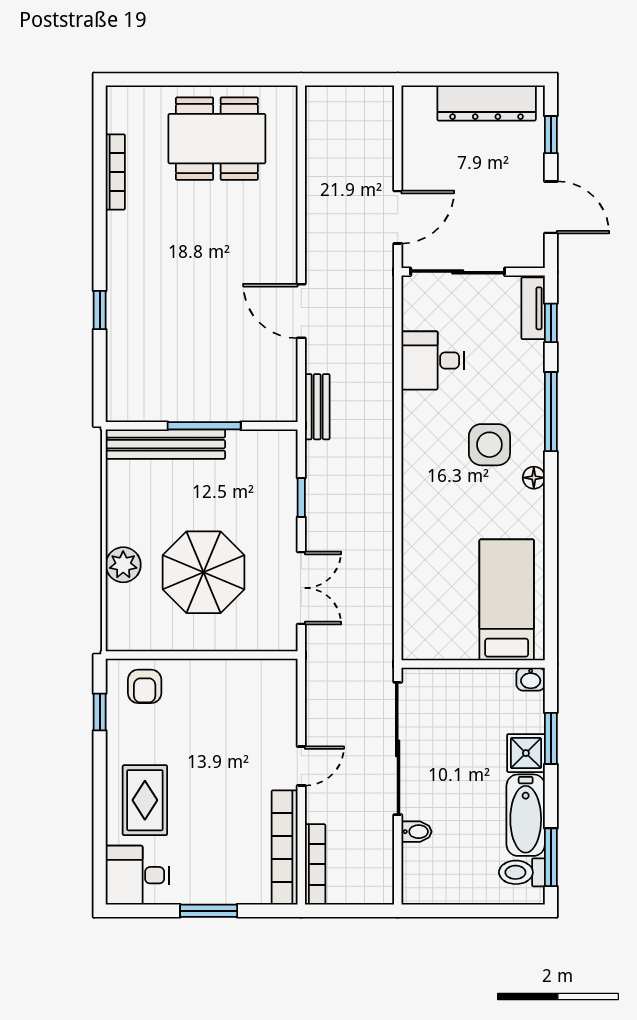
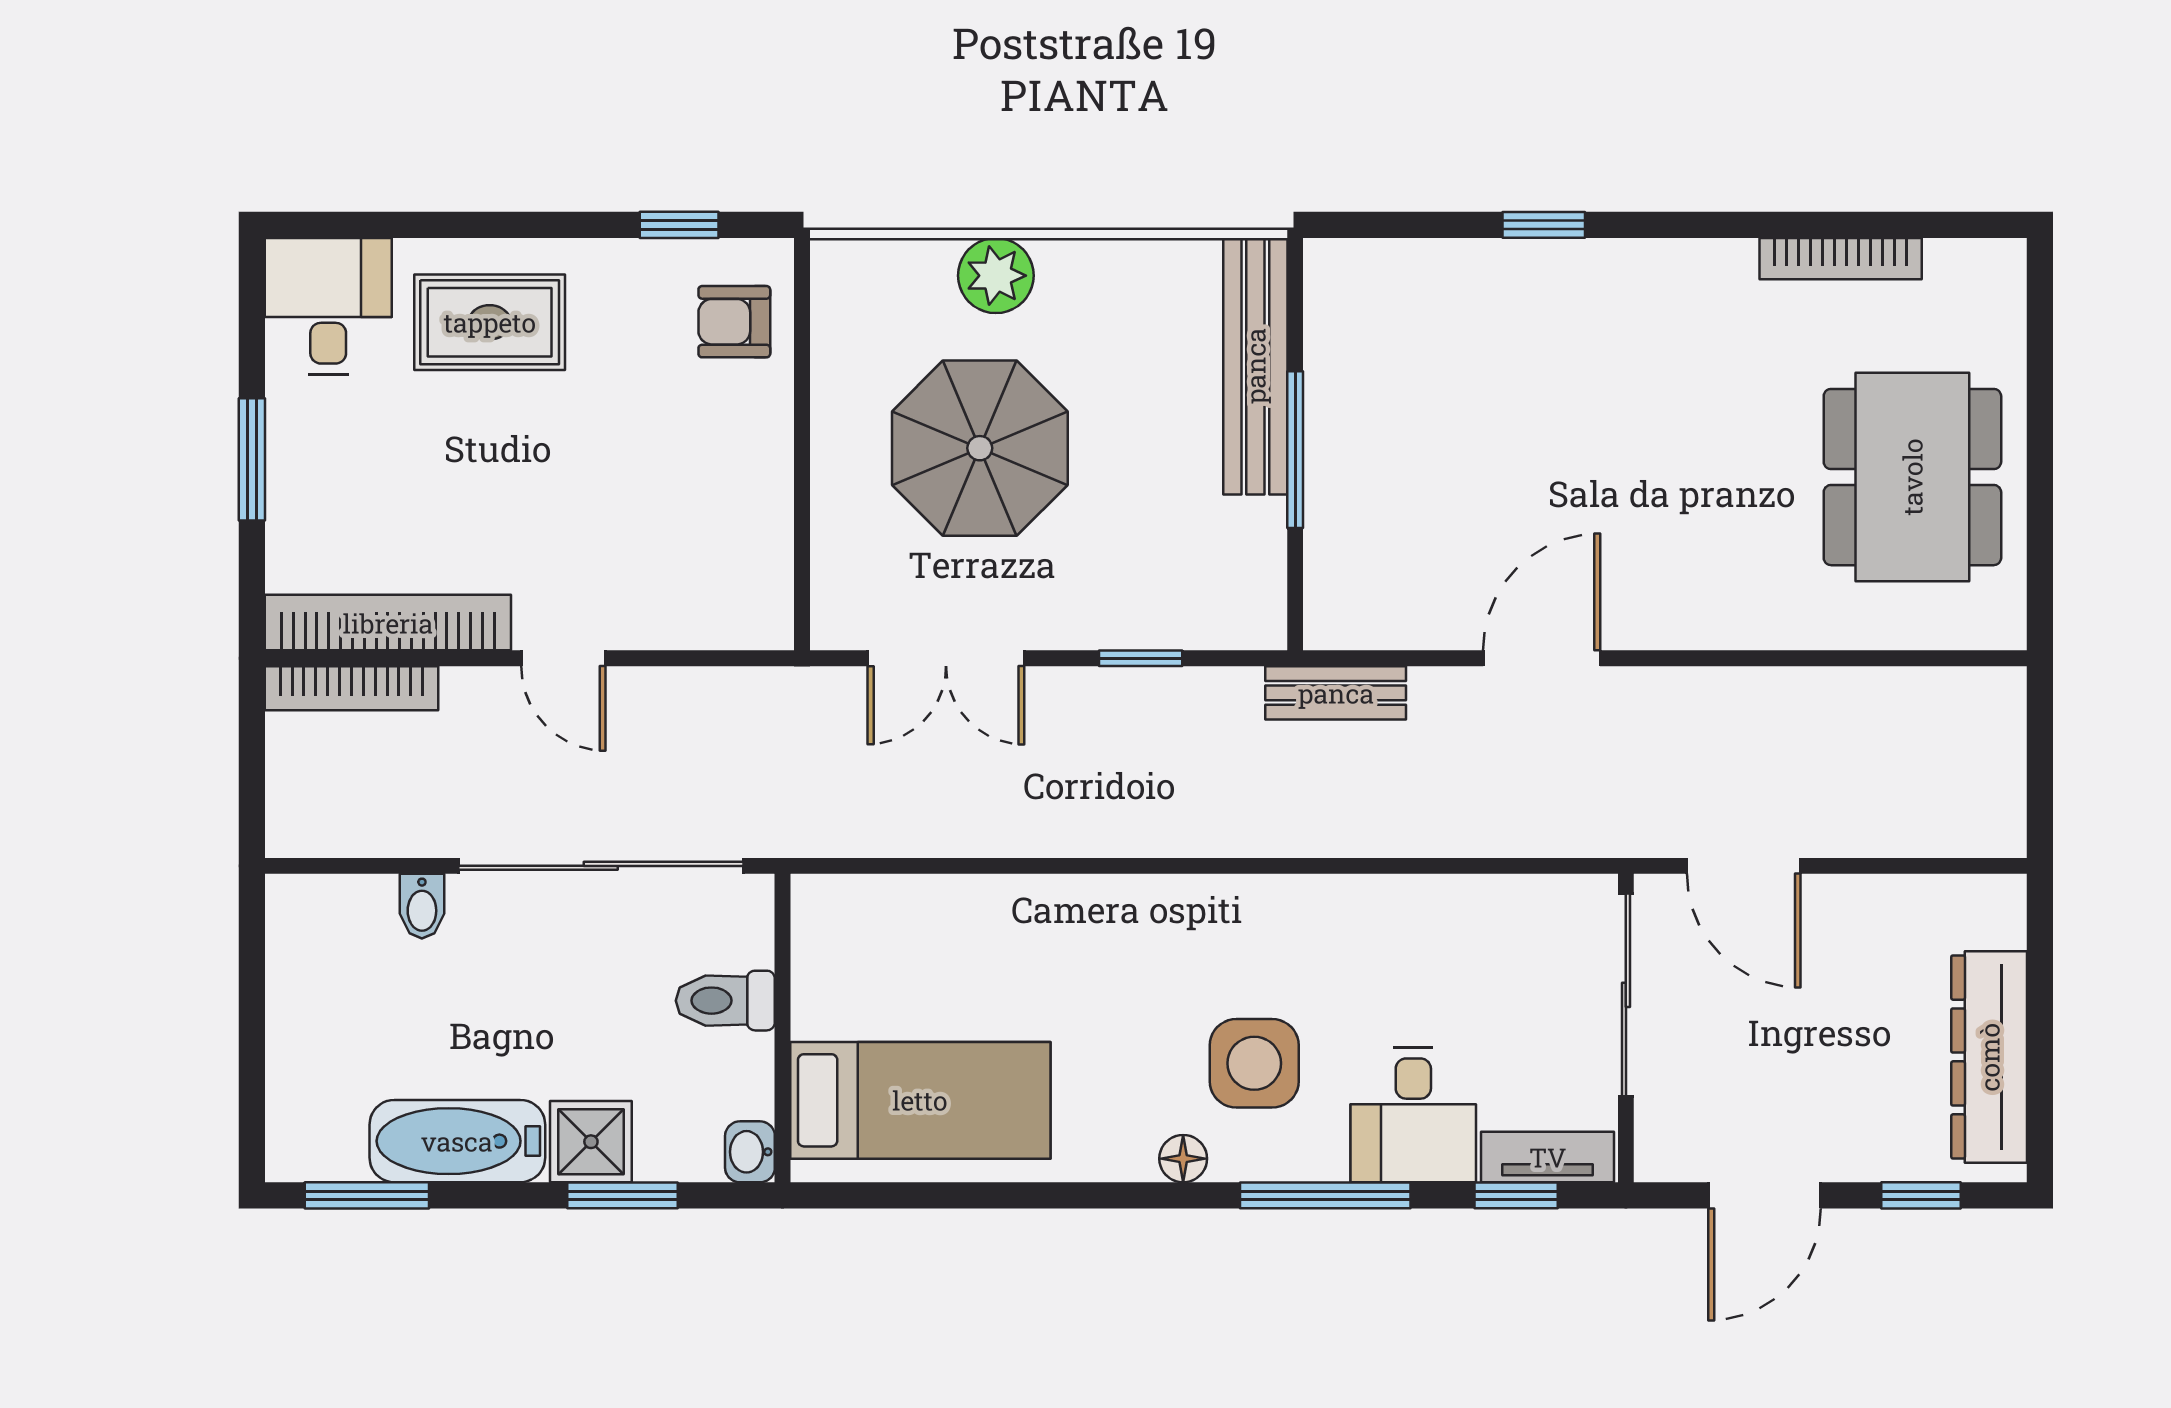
desk: (433, 360) -> (1413, 1115), moved, turned 180
toilet: (522, 872) -> (725, 1001), moved, turned -90

